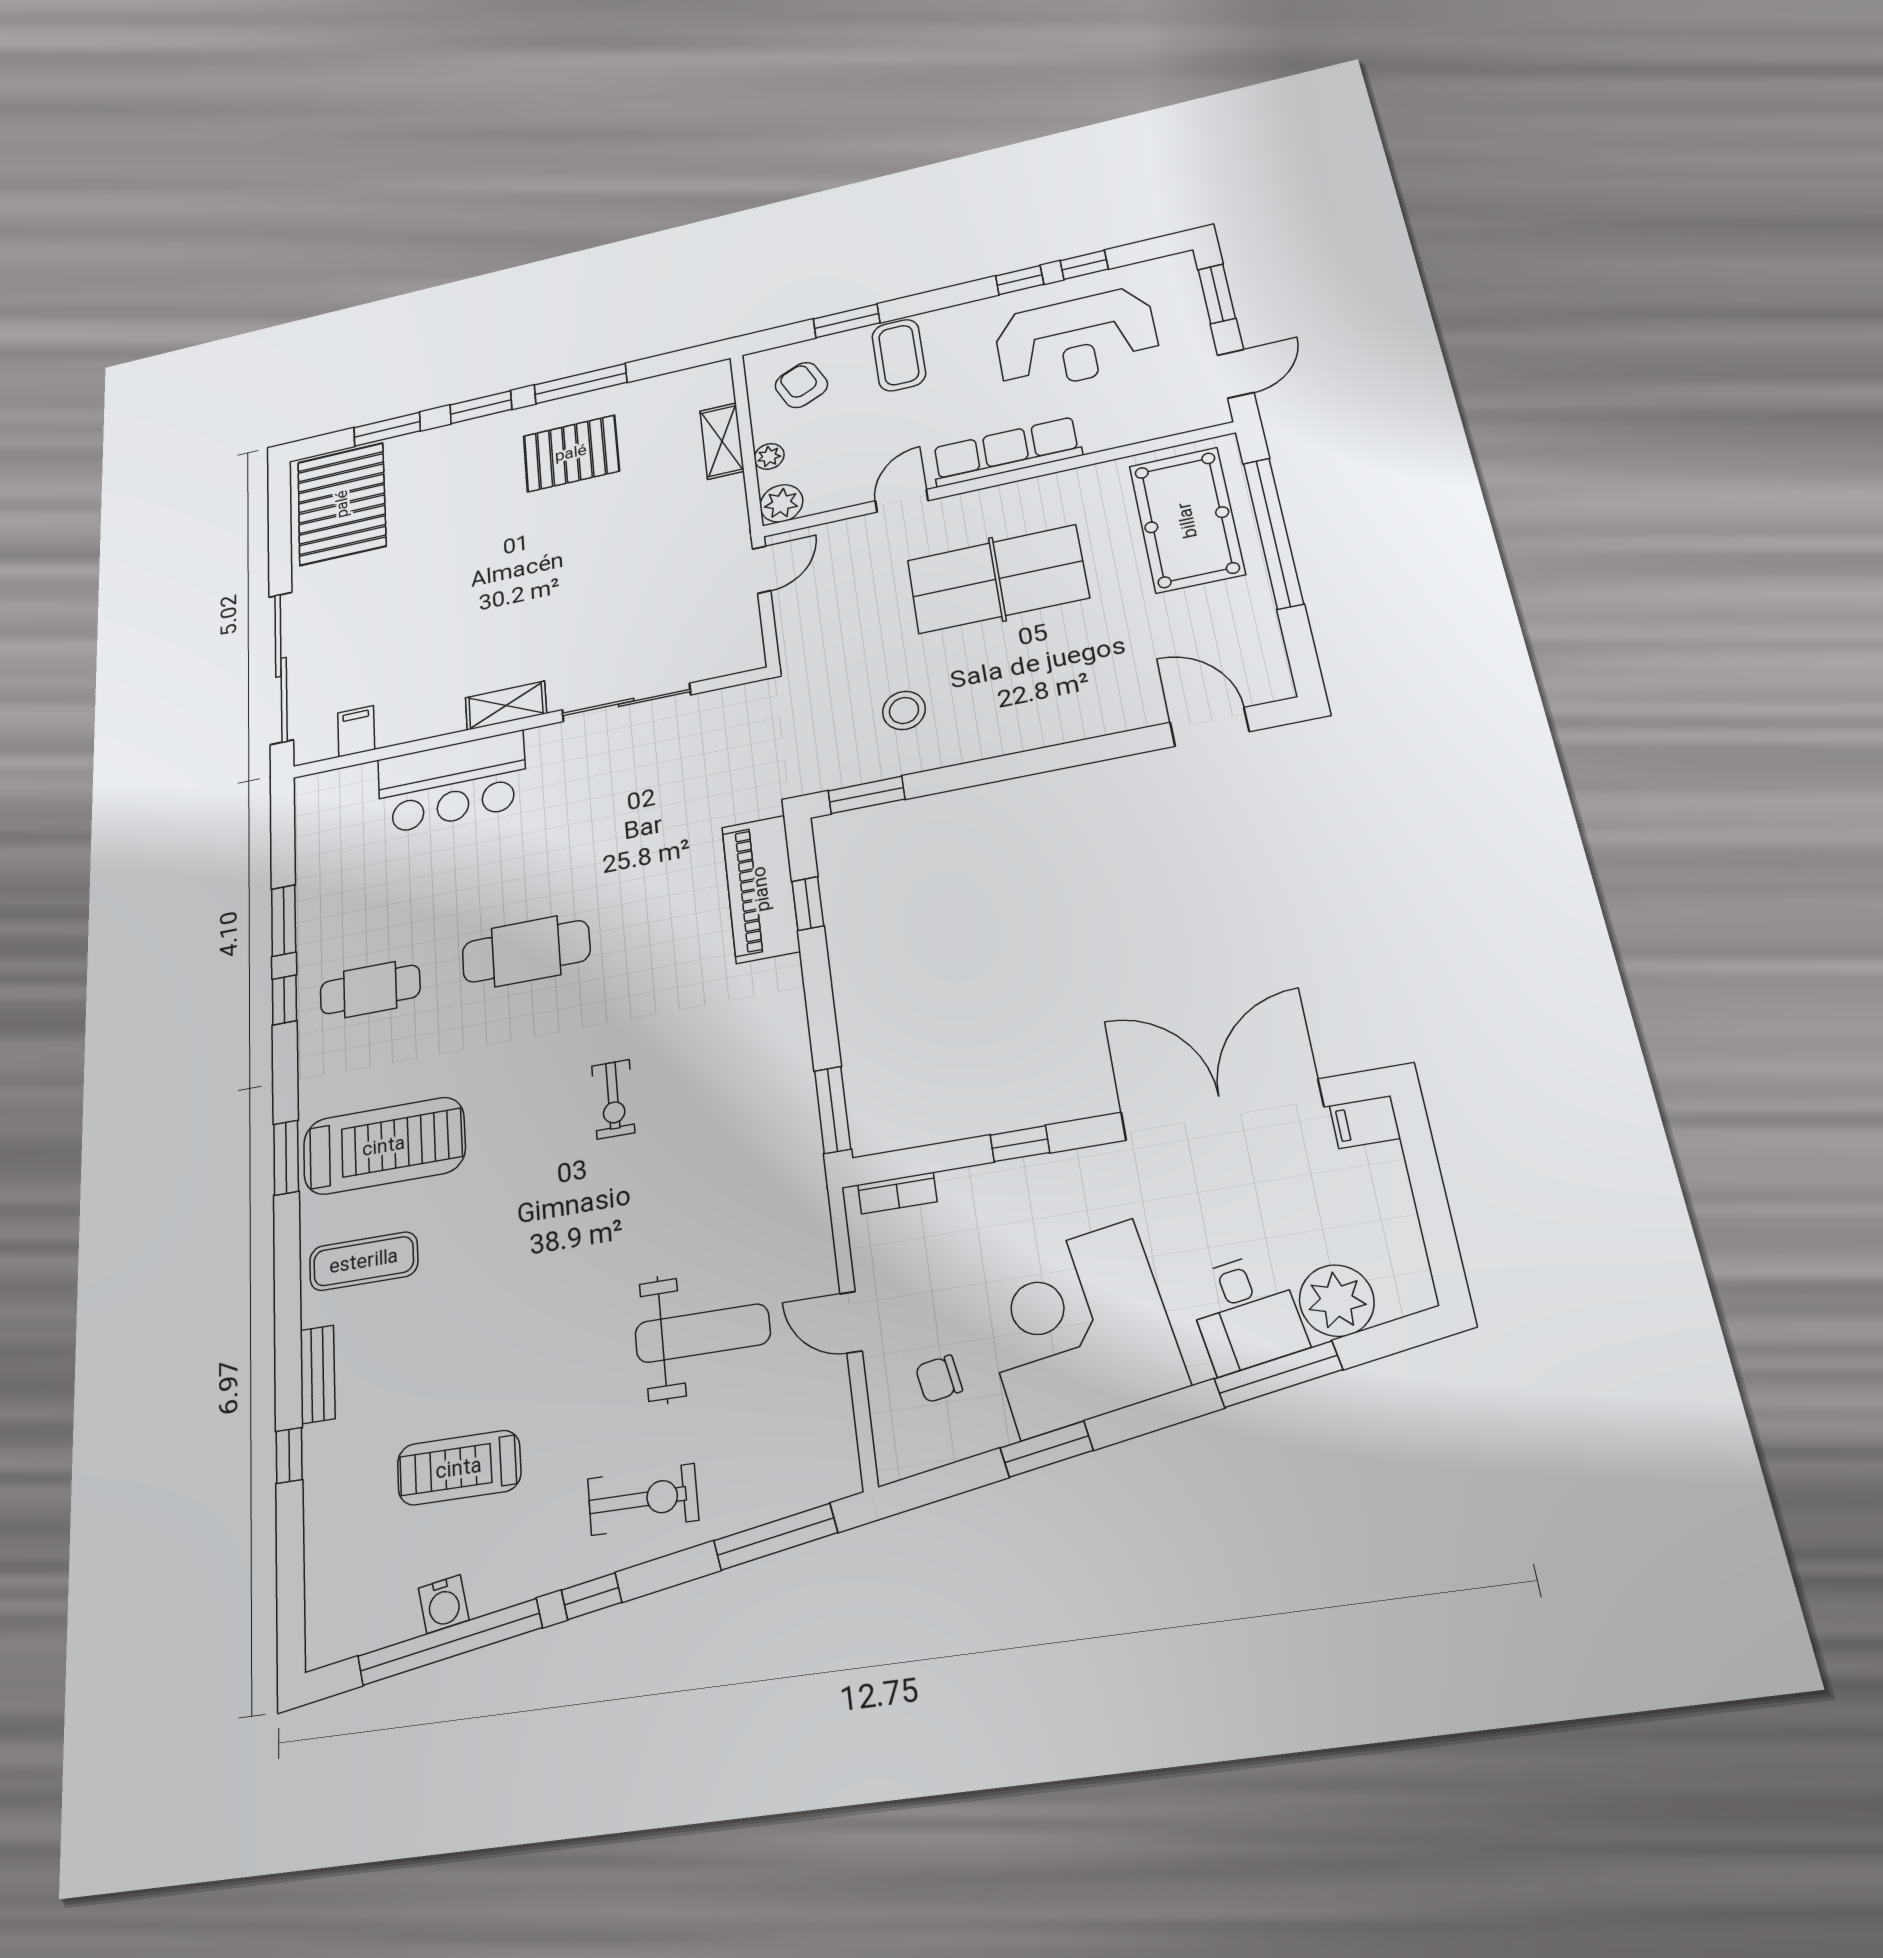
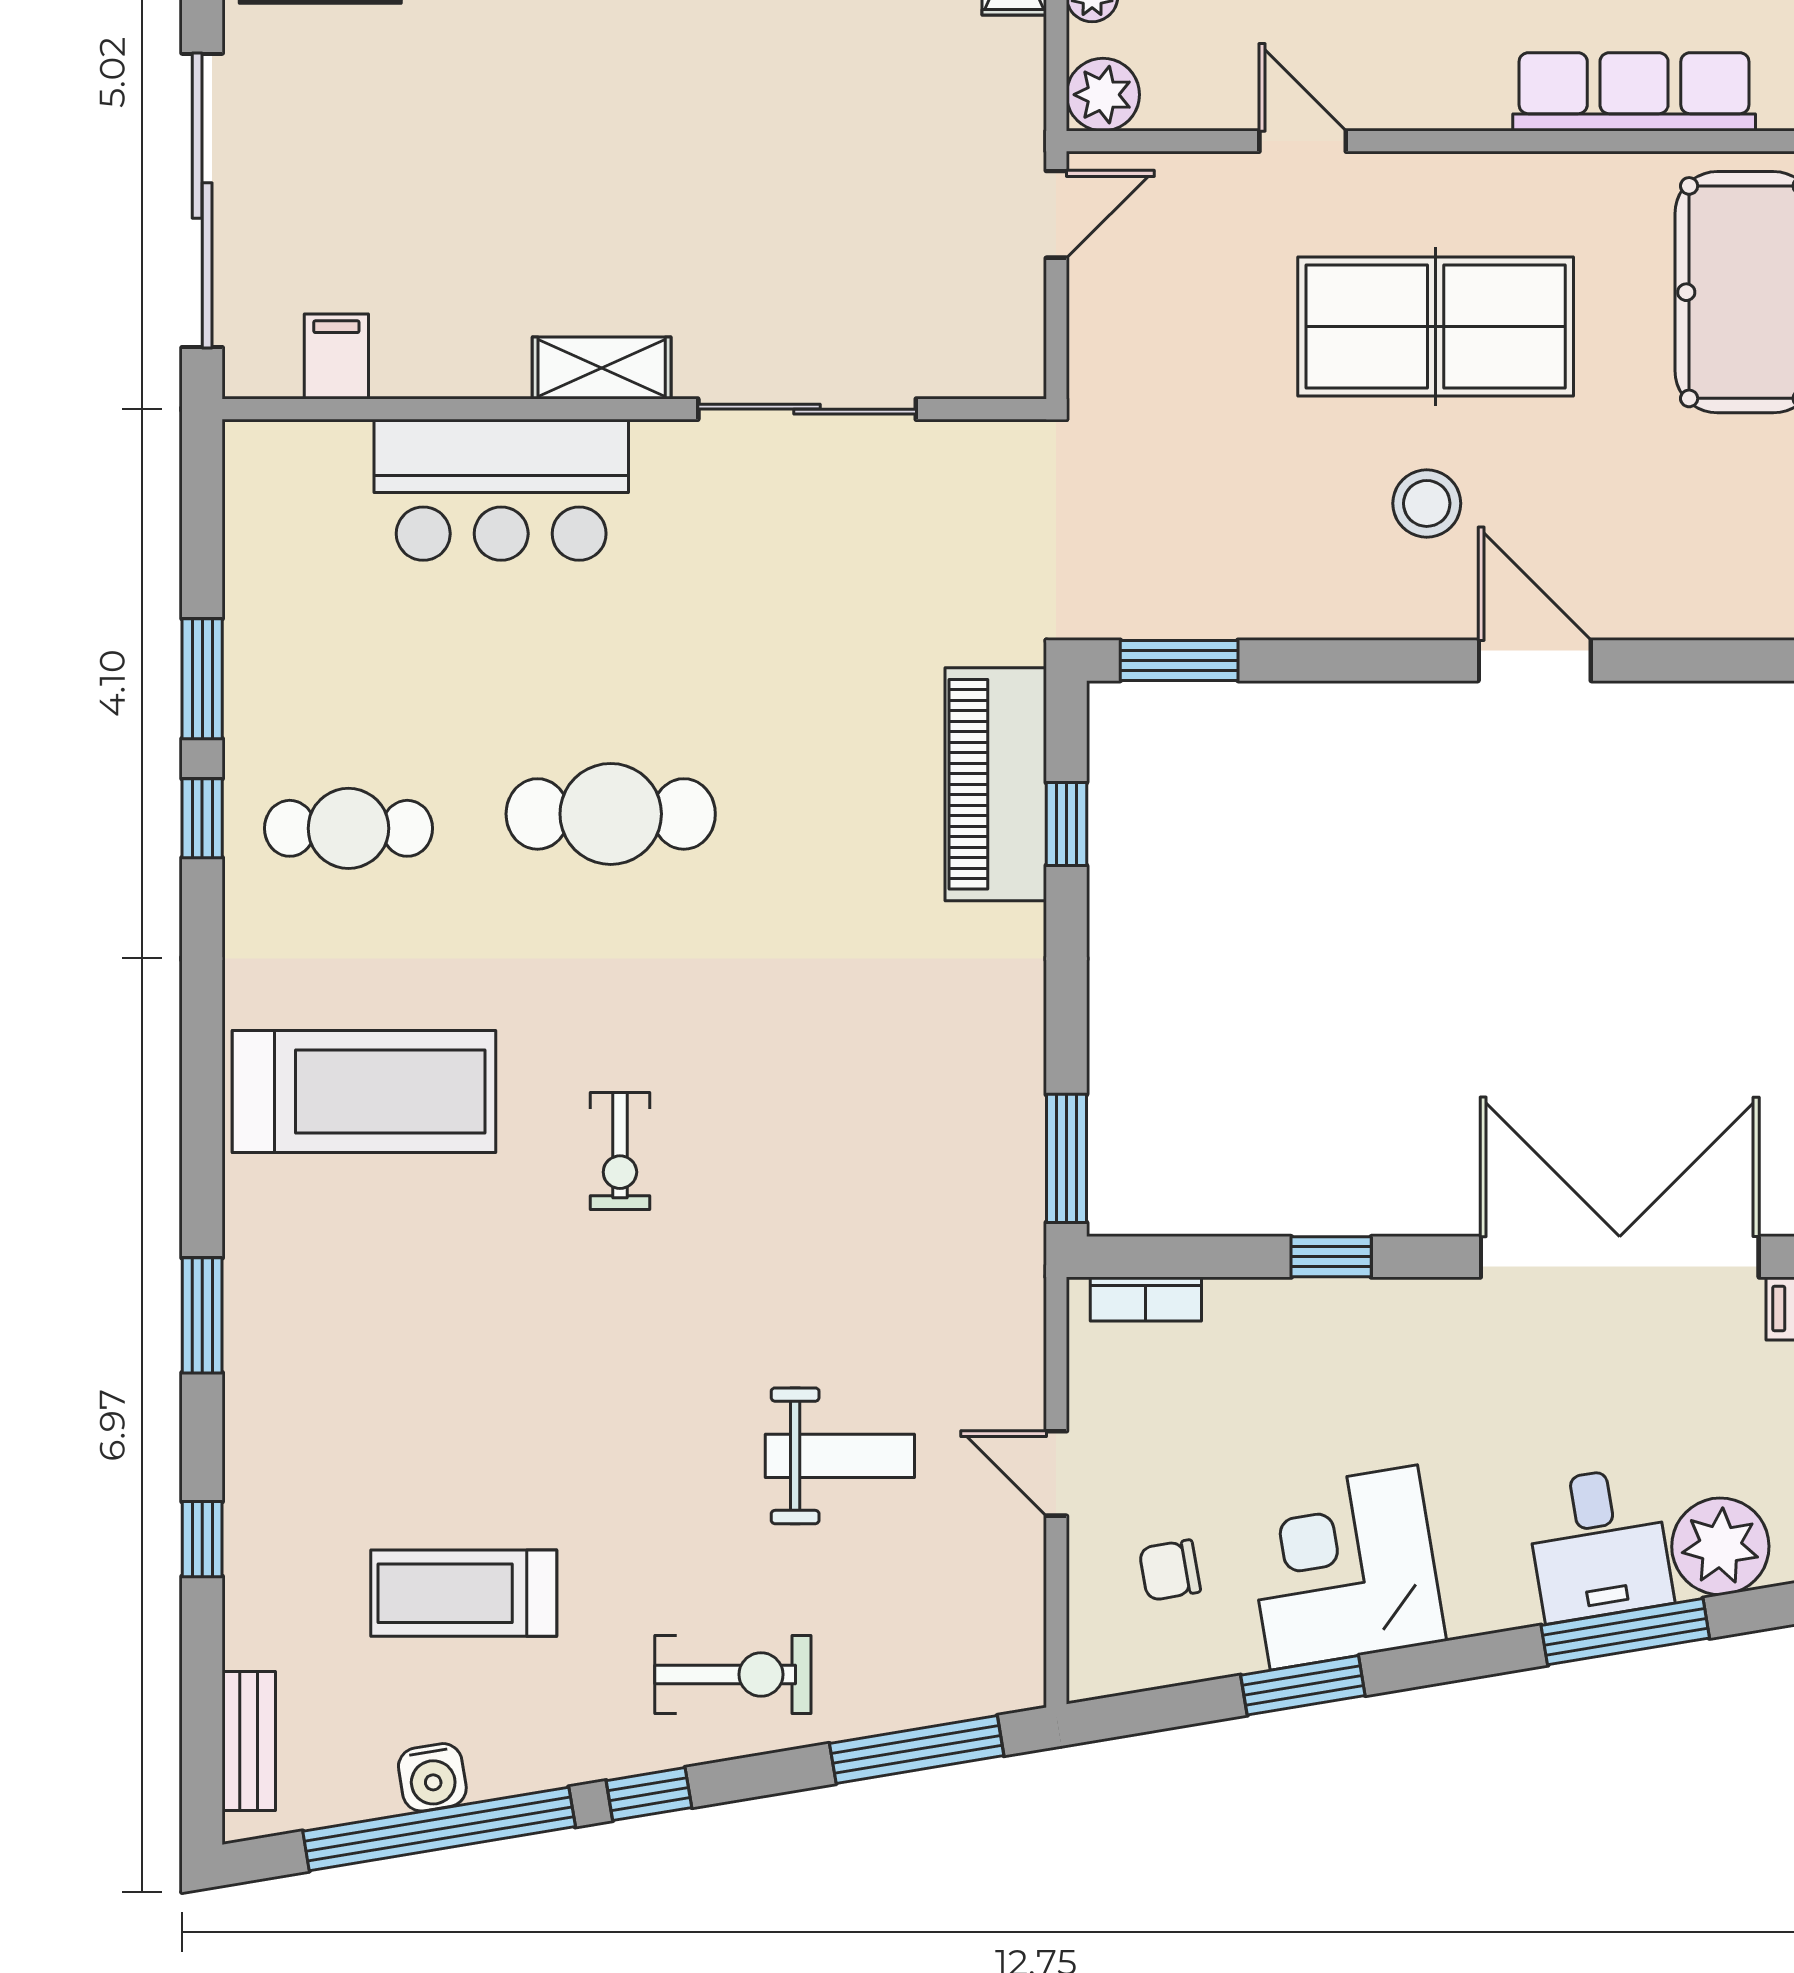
row of seats: (1006, 452) -> (1634, 92), moved
door: (902, 501) -> (1303, 141), hinge flipped
stool: (904, 710) -> (1427, 503), moved
door: (1210, 727) -> (1535, 660), moved
exercise bike: (613, 1099) -> (620, 1151), moved
window: (286, 1158) -> (202, 1315), moved
exercise mat: (364, 1261) -> (326, 1267), removed
corner desk: (1078, 1328) -> (1344, 1567), width x0.74, depth x0.74
weight bench: (702, 1333) -> (840, 1456), width x0.73, depth x0.75
bench: (318, 1374) -> (249, 1741), moved

